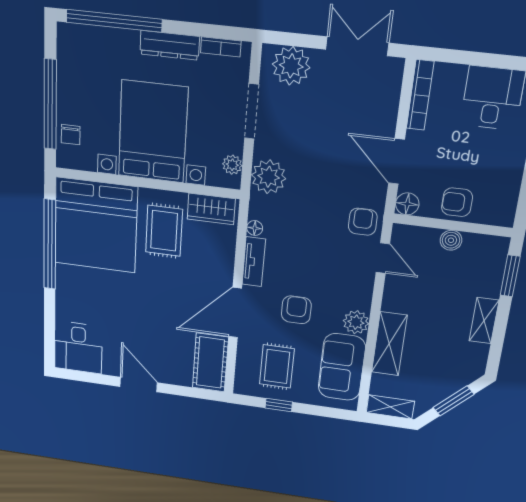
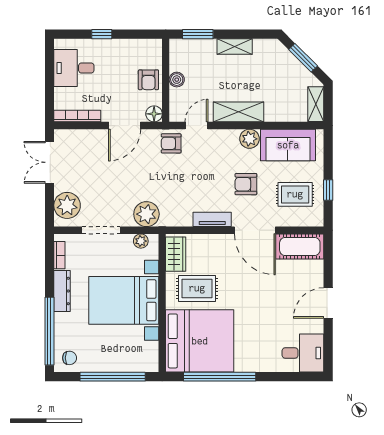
chair: (71, 135) -> (70, 358), moved
floor lamp: (255, 228) -> (186, 221), removed
shelving: (389, 344) -> (238, 112), moved

